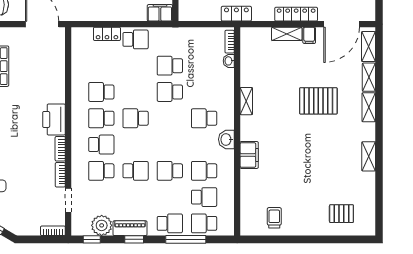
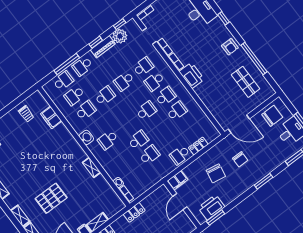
school desk: (204, 118) -> (108, 140), turned 180
filing cabinet: (249, 155) -> (51, 117), moved

